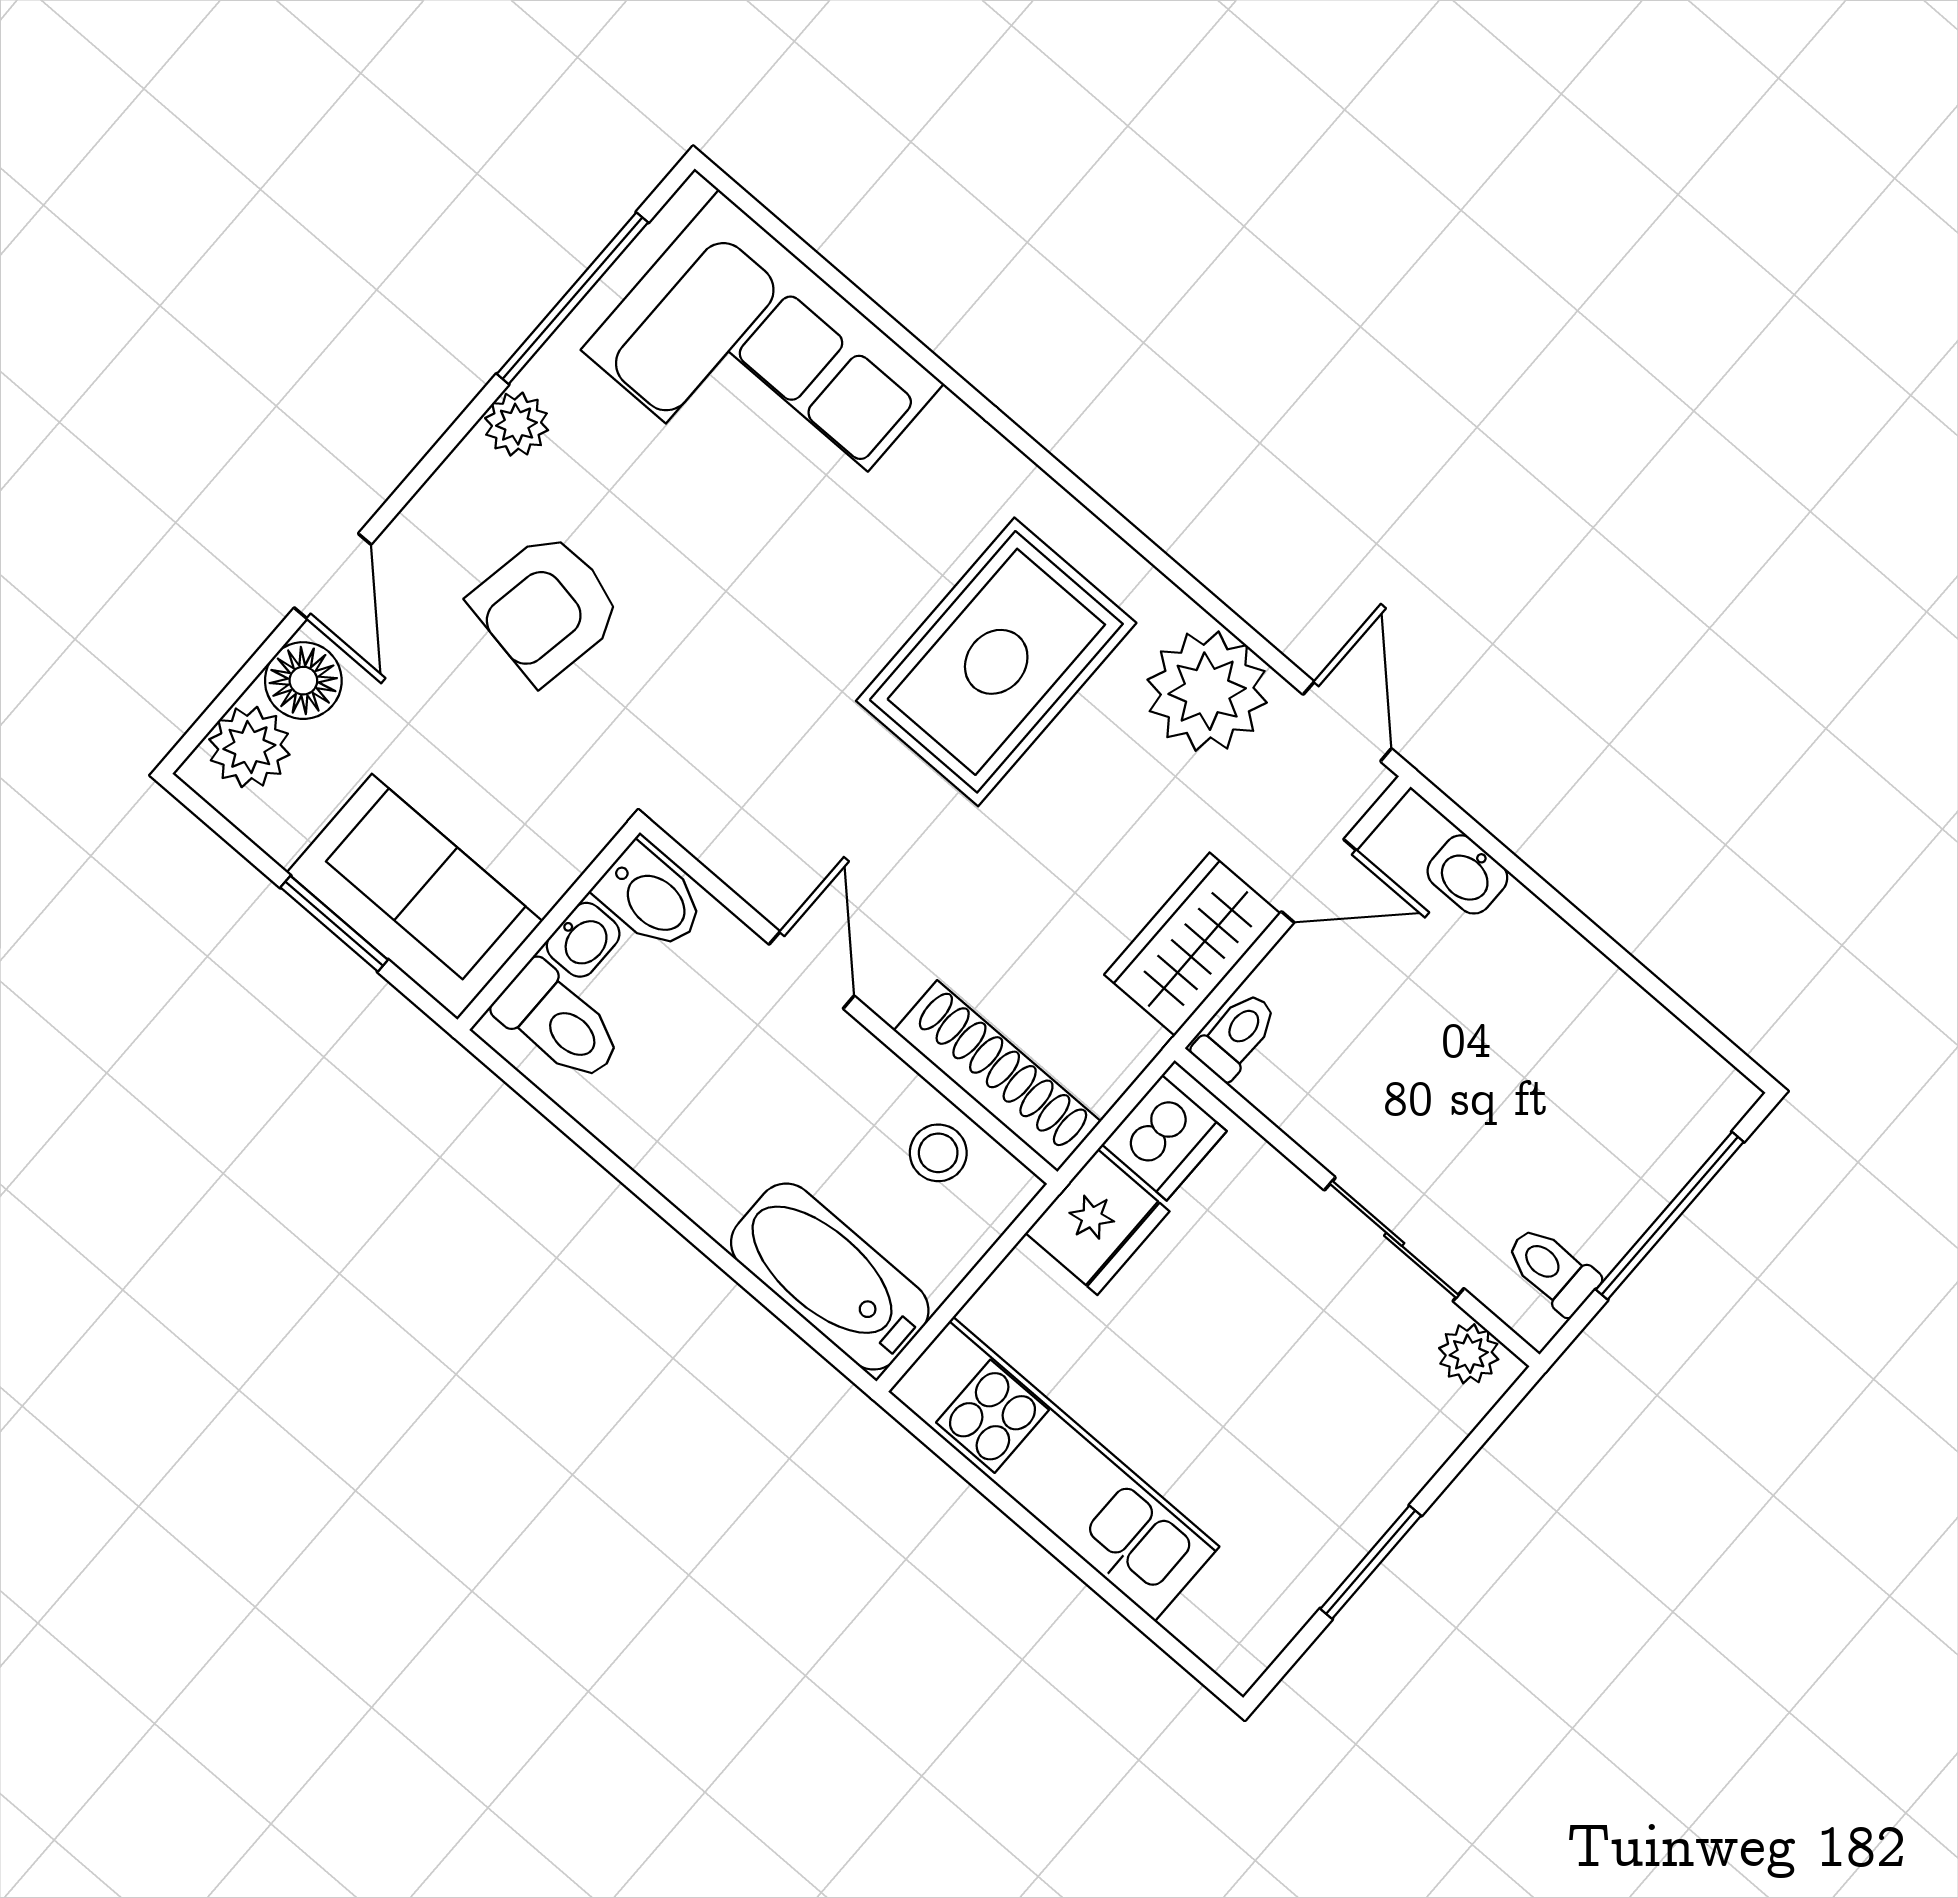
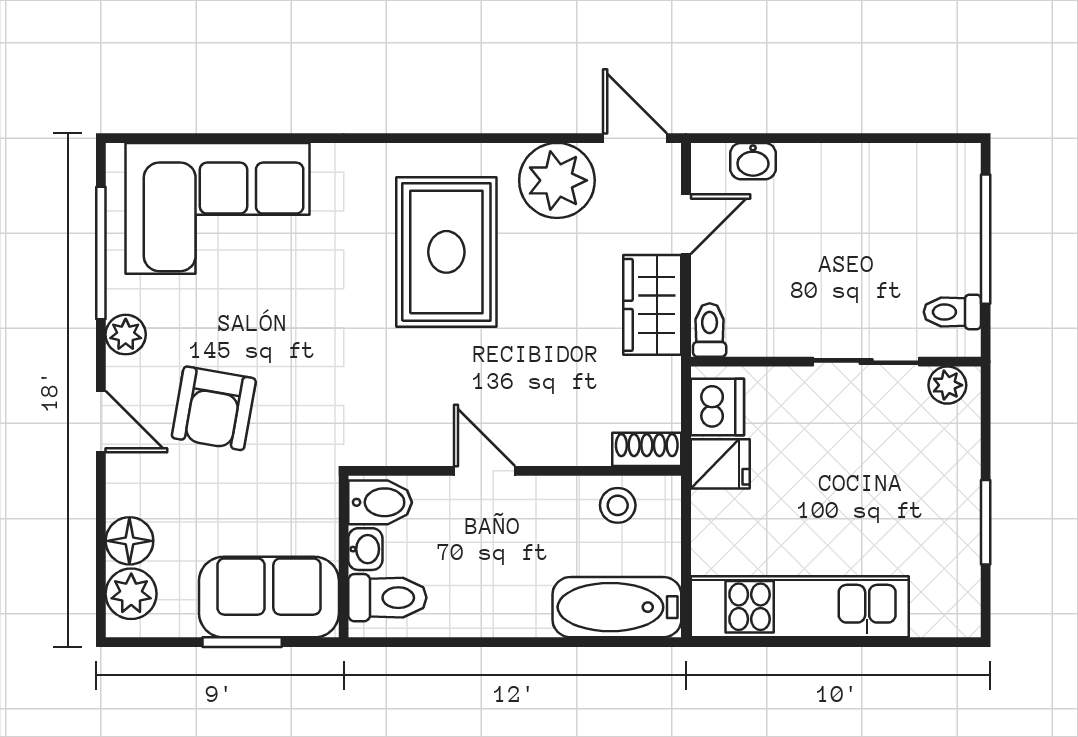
door: (333, 576) -> (101, 422), moved
shoe rack: (997, 1076) -> (647, 449), width x0.51, depth x0.81
fridge: (1097, 1222) -> (720, 464), width x0.72

